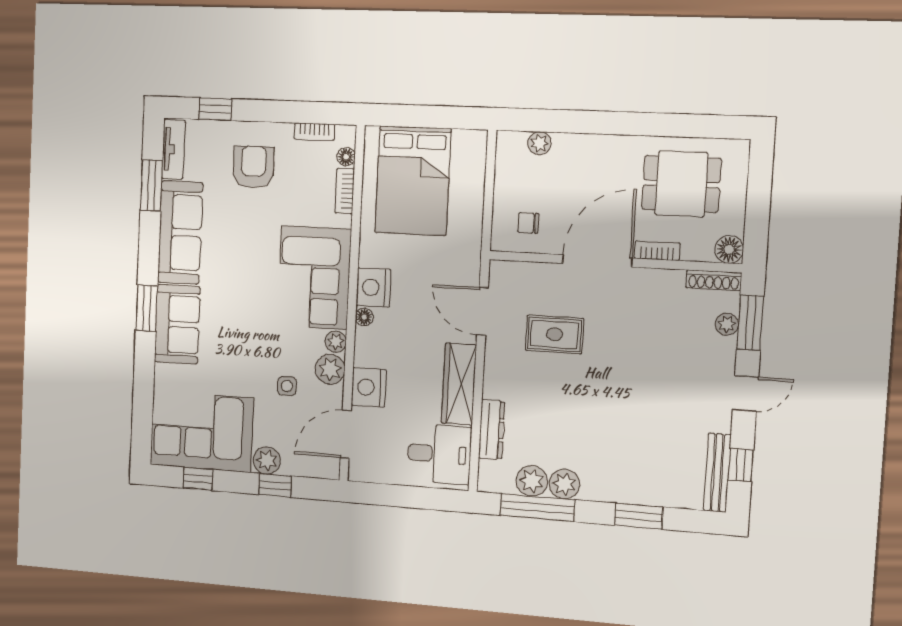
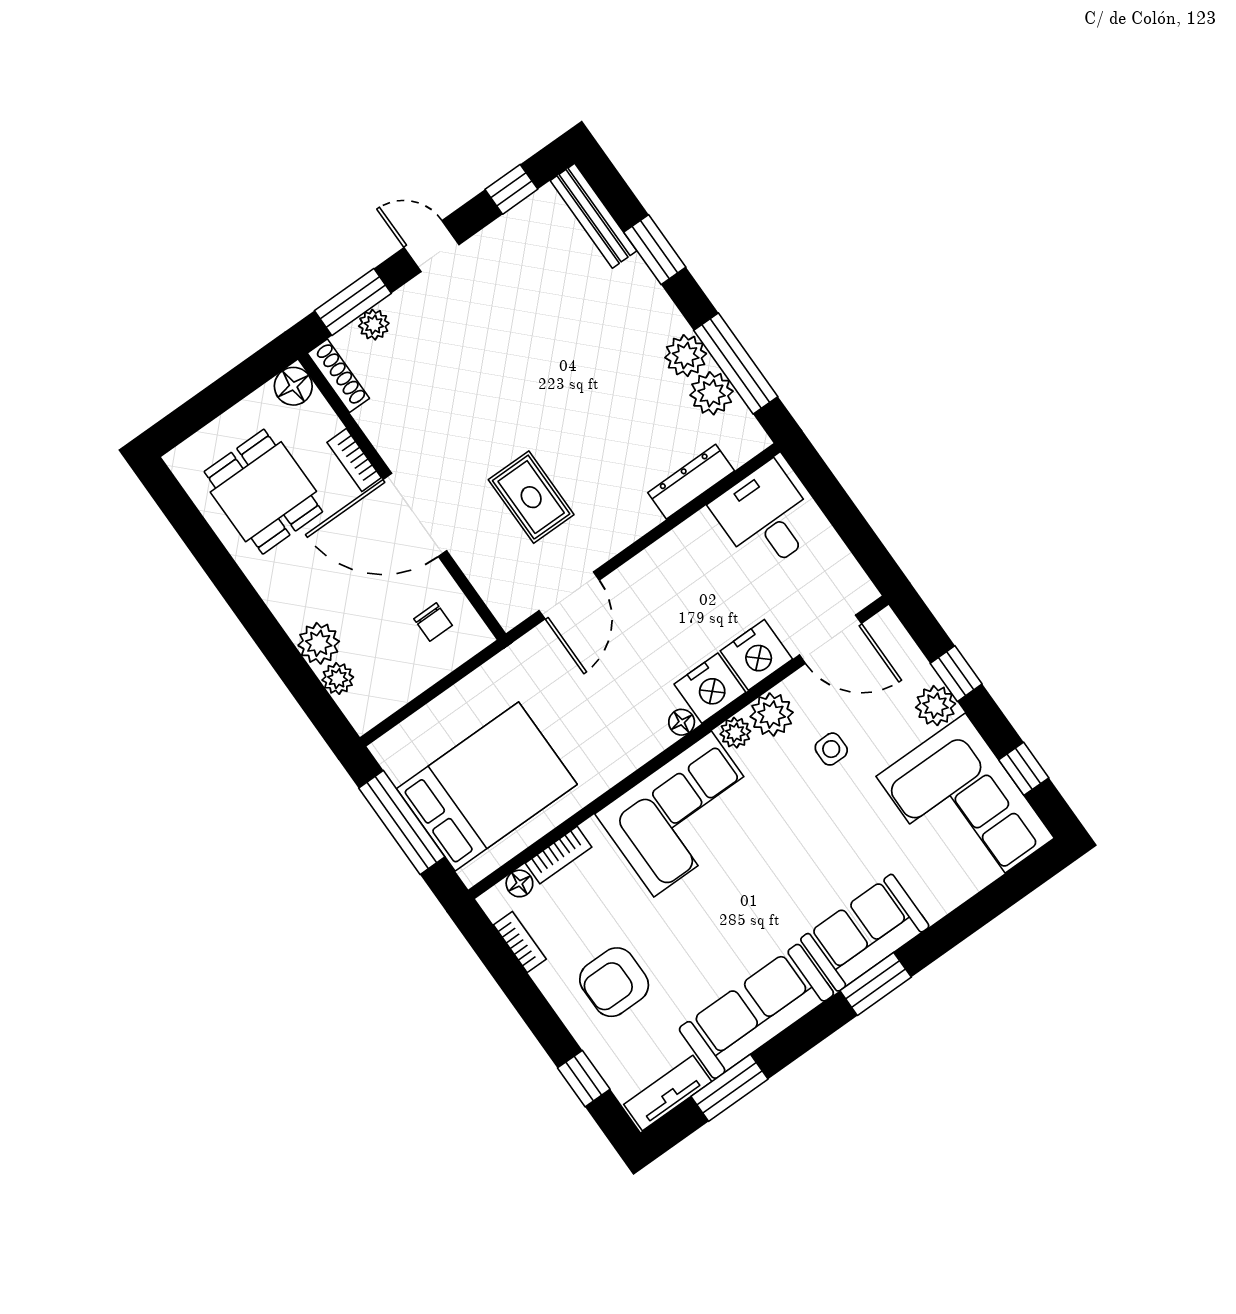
window: (430, 117) -> (402, 822), added
plant: (568, 148) -> (319, 643), added
nightstand: (373, 287) -> (710, 688), moved
wardrobe: (459, 384) -> (670, 558), removed
bench: (717, 473) -> (594, 216), moved, turned 90

